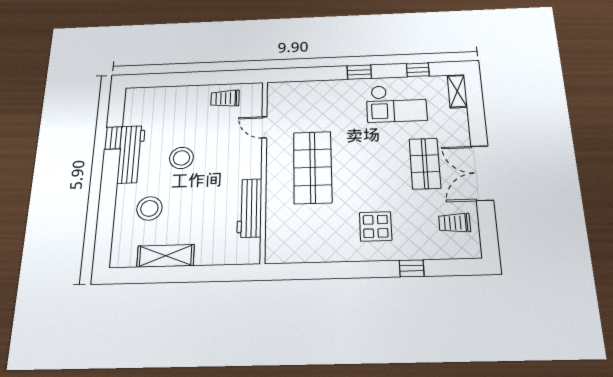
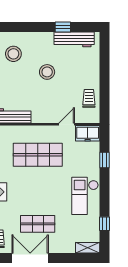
window: (359, 72) -> (105, 160), moved
freezer: (279, 98) -> (88, 133), added
checkout: (396, 103) -> (85, 196), moved
workbench: (131, 154) -> (74, 39), moved

